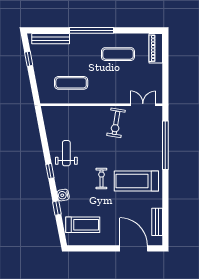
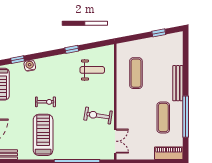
window: (92, 30) -> (186, 117), moved
bench: (51, 39) -> (178, 83), moved
weight bench: (66, 153) -> (92, 70), moved
window: (50, 171) -> (72, 49), moved

